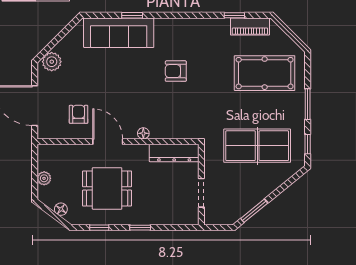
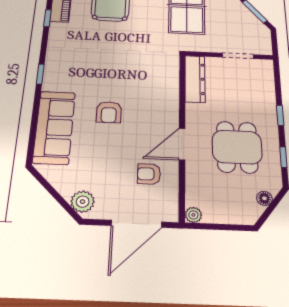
window: (132, 15) -> (40, 74), moved
armchair: (176, 71) -> (109, 112), moved
floor lamp: (143, 133) -> (173, 107), removed
plant: (44, 178) -> (193, 215), moved

